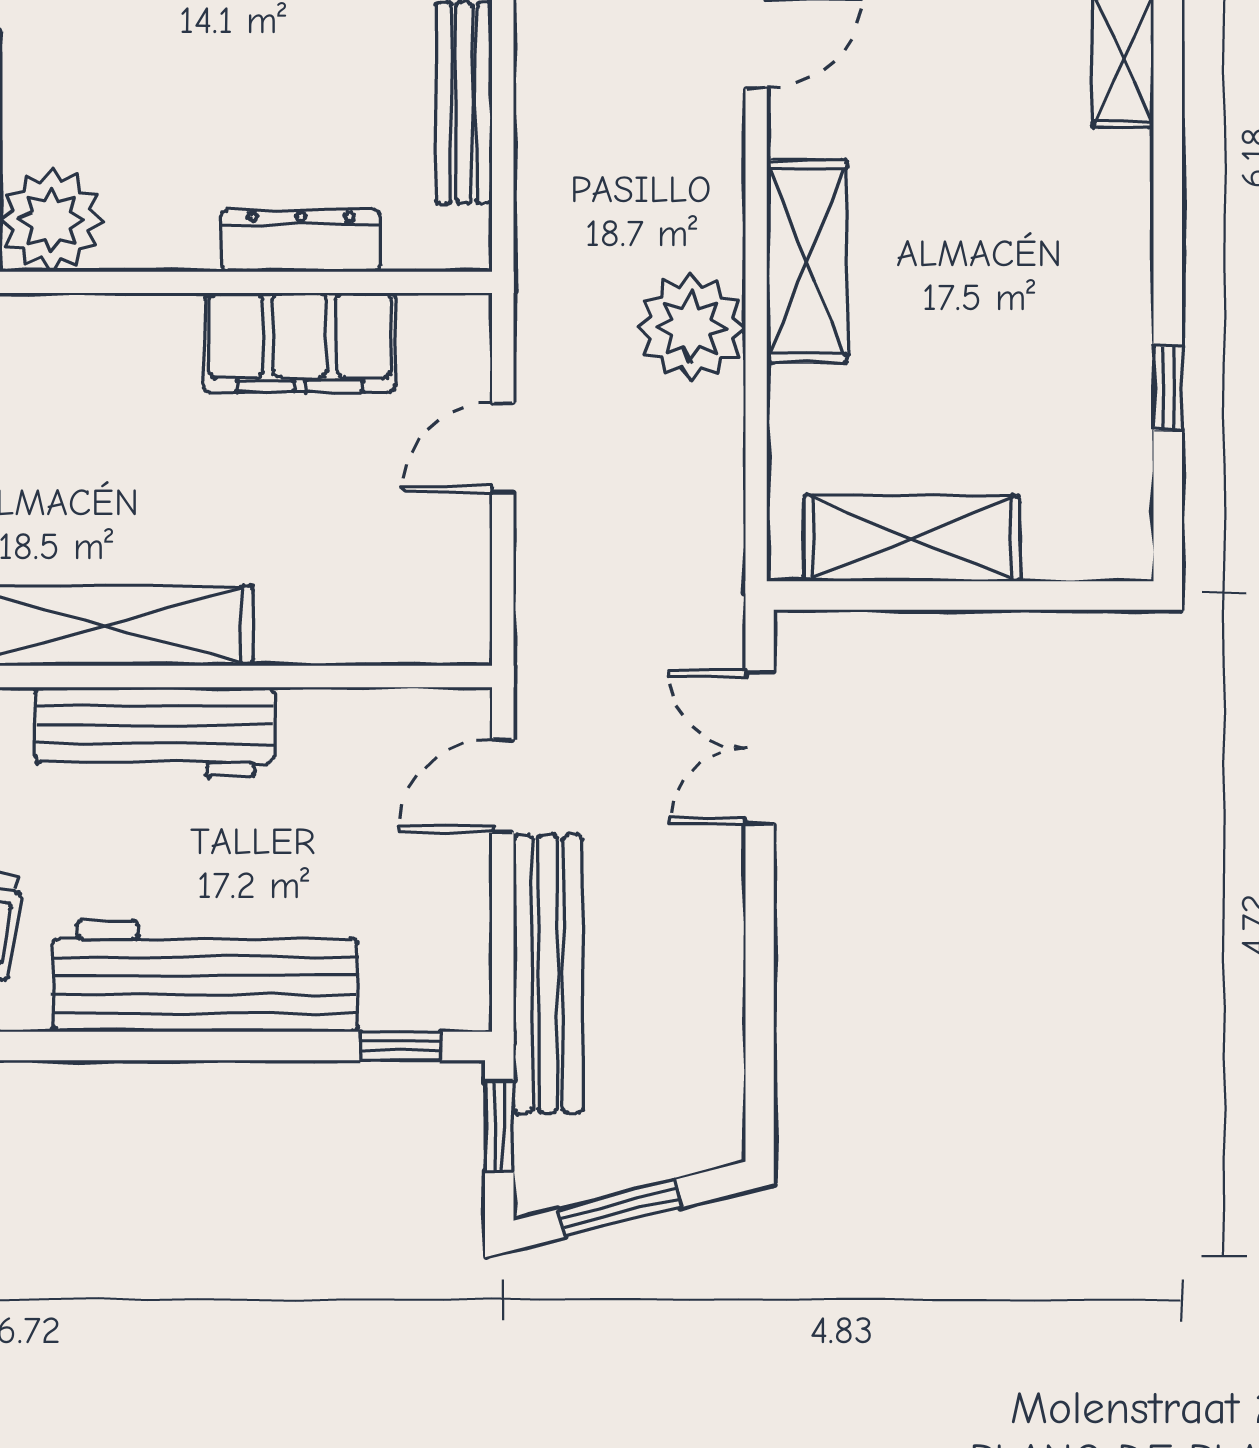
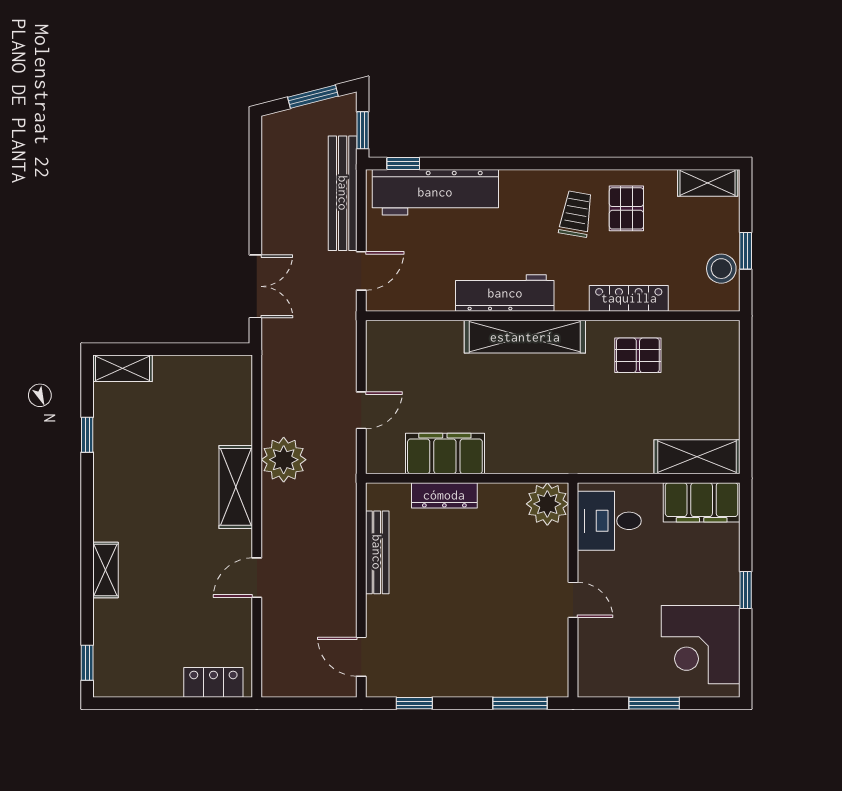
shelving: (912, 538) -> (122, 368), moved, width x0.67, depth x0.75
workbench: (205, 976) -> (435, 192), moved

